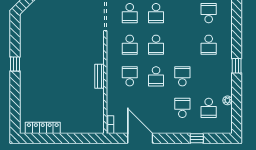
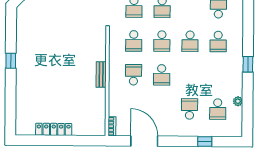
school desk: (182, 76) -> (190, 41), moved, turned 180
locker: (43, 128) -> (54, 129), moved

